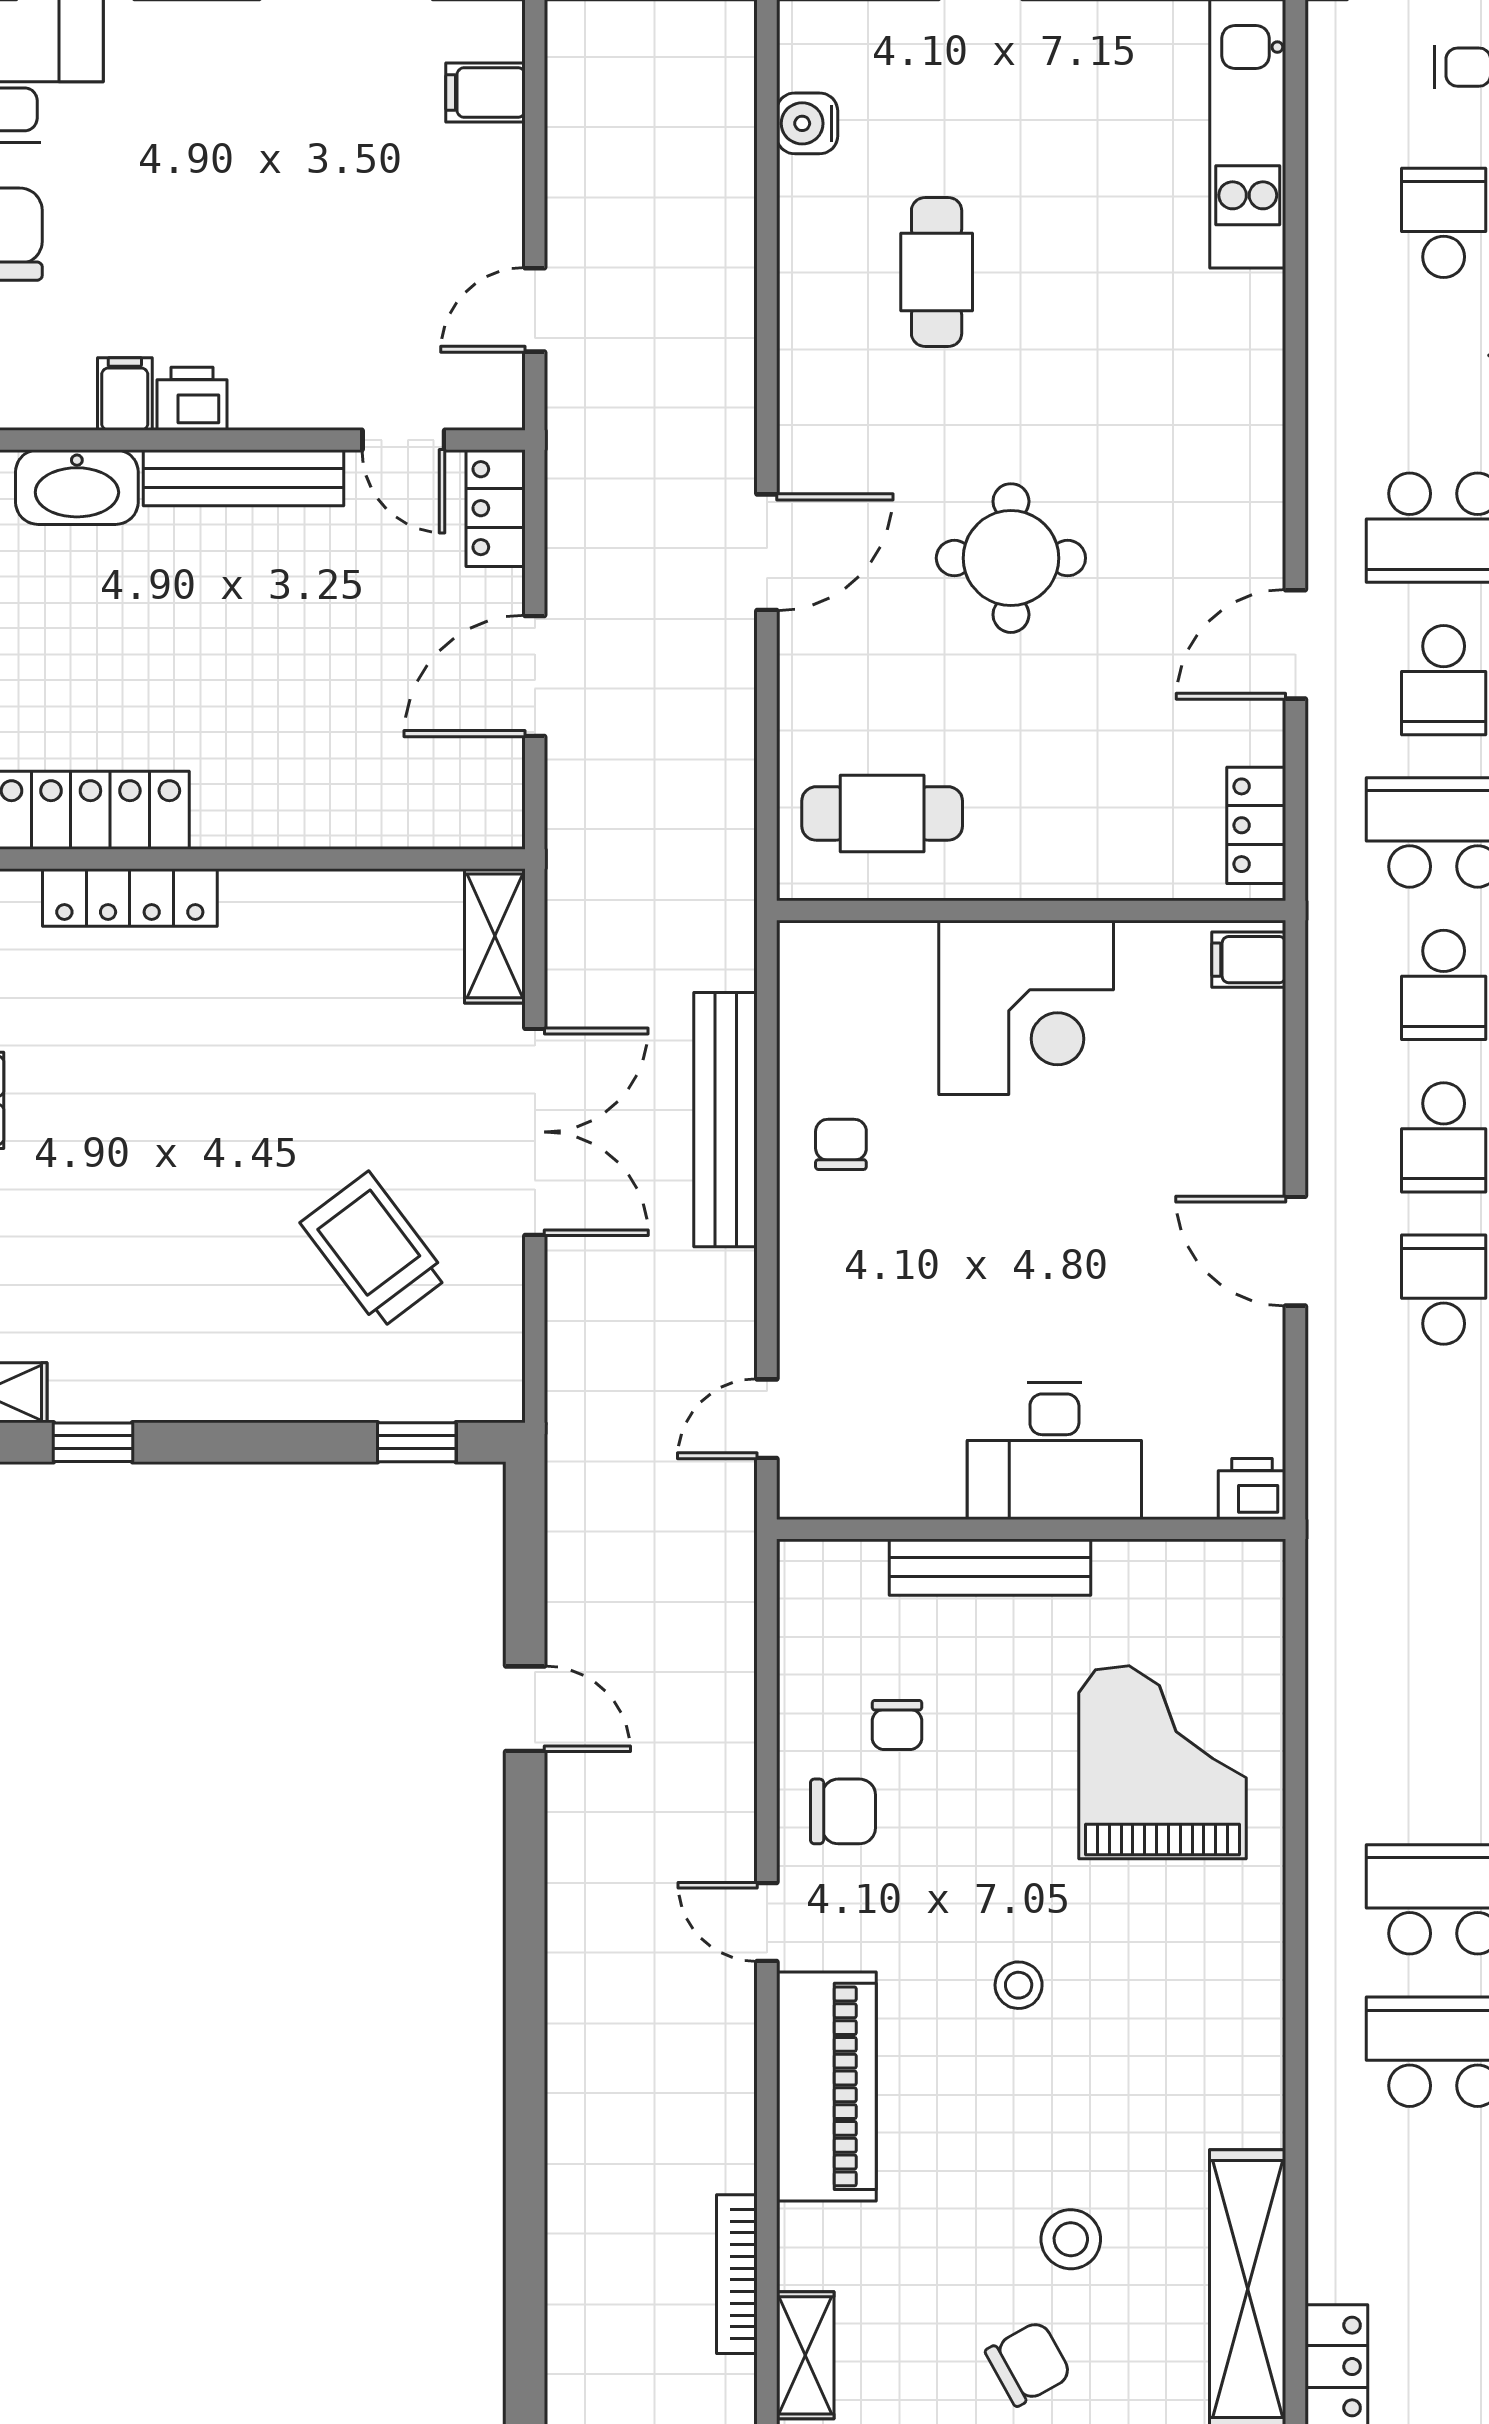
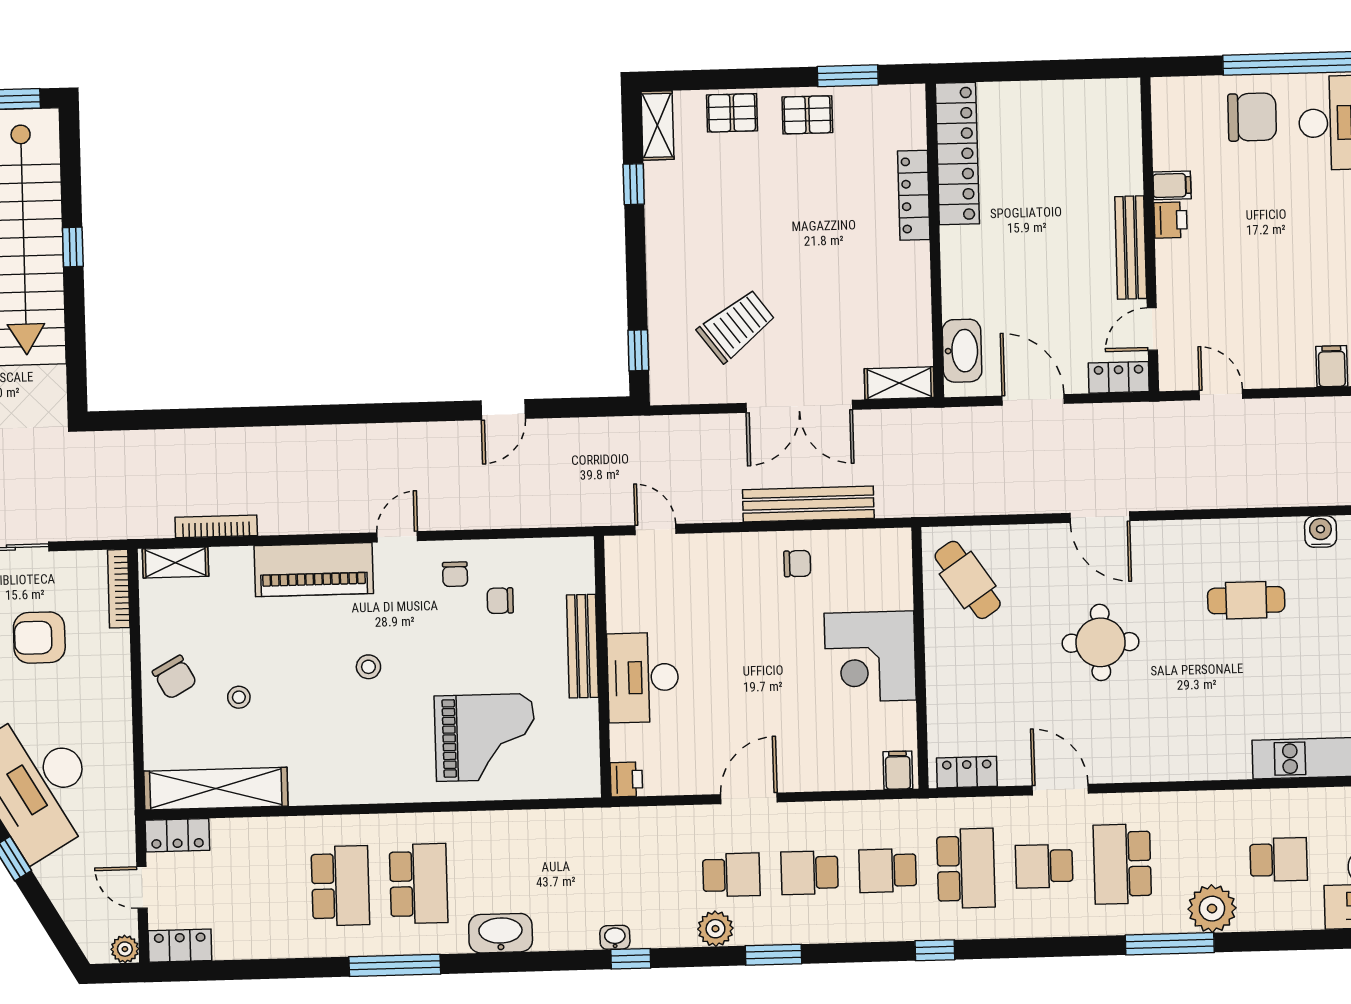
washbasin: (77, 487) -> (962, 351), moved, turned 180
cafe table: (882, 813) -> (968, 580), turned -34
chair: (843, 1811) -> (455, 574), width x0.73, depth x0.73
stool: (1071, 2239) -> (239, 697), width x0.73, depth x0.73

